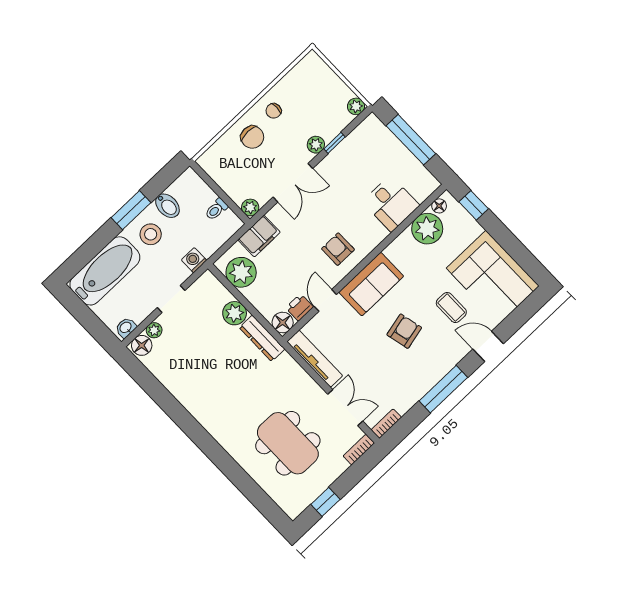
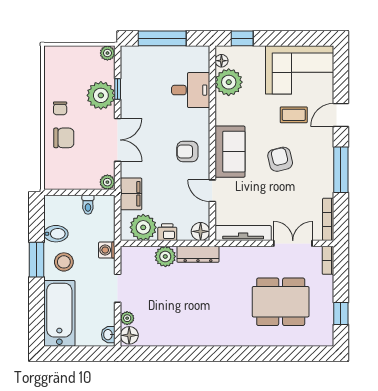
plant: (316, 145) -> (101, 95), width x1.88, depth x1.88
printer: (300, 307) -> (167, 232), moved, turned 90
bookcase: (386, 424) -> (328, 219), width x1.56

